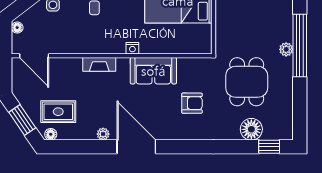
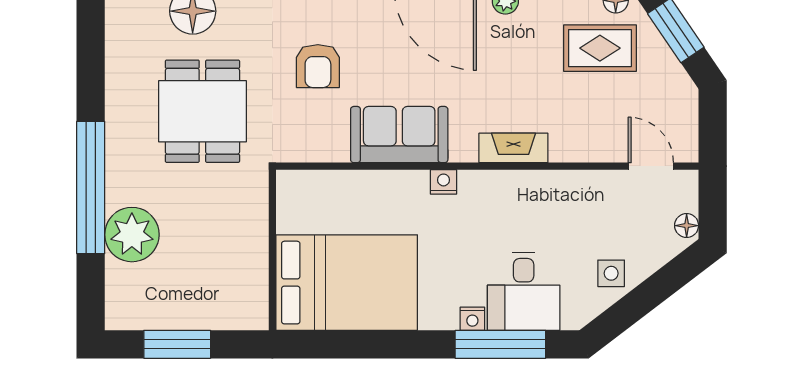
plant: (286, 49) -> (132, 235), moved, width x1.87, depth x1.87
door: (34, 56) -> (651, 166), width x0.73
armchair: (192, 103) -> (318, 66), turned -90

